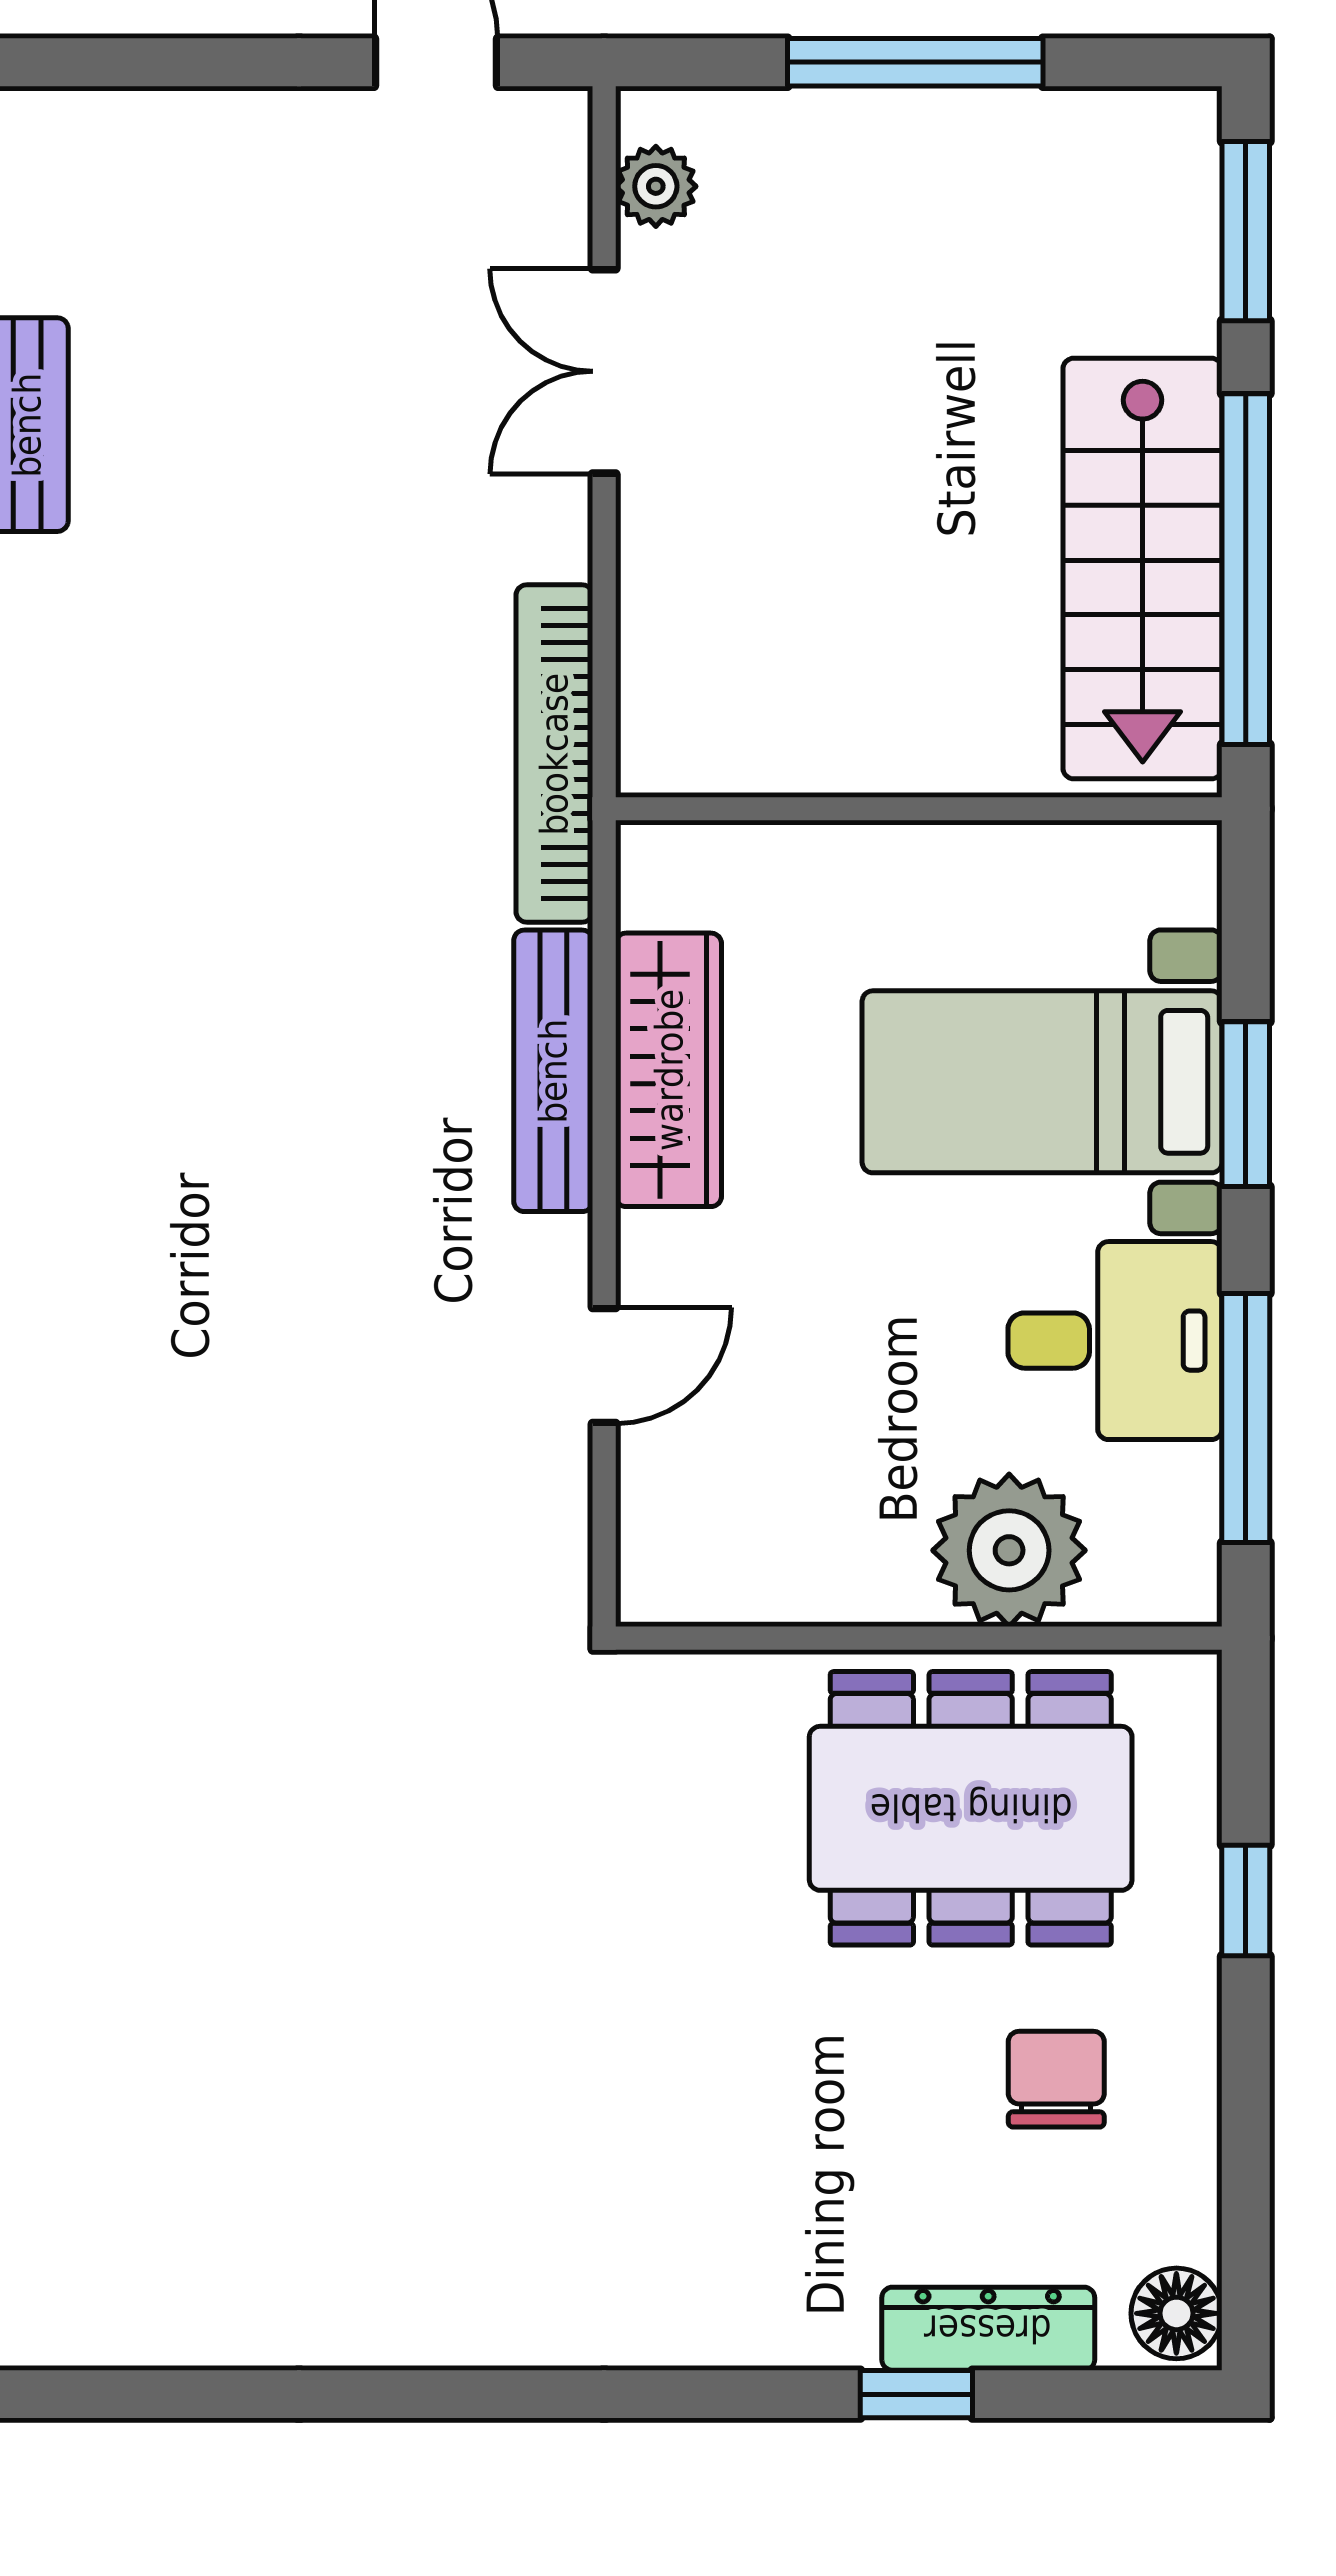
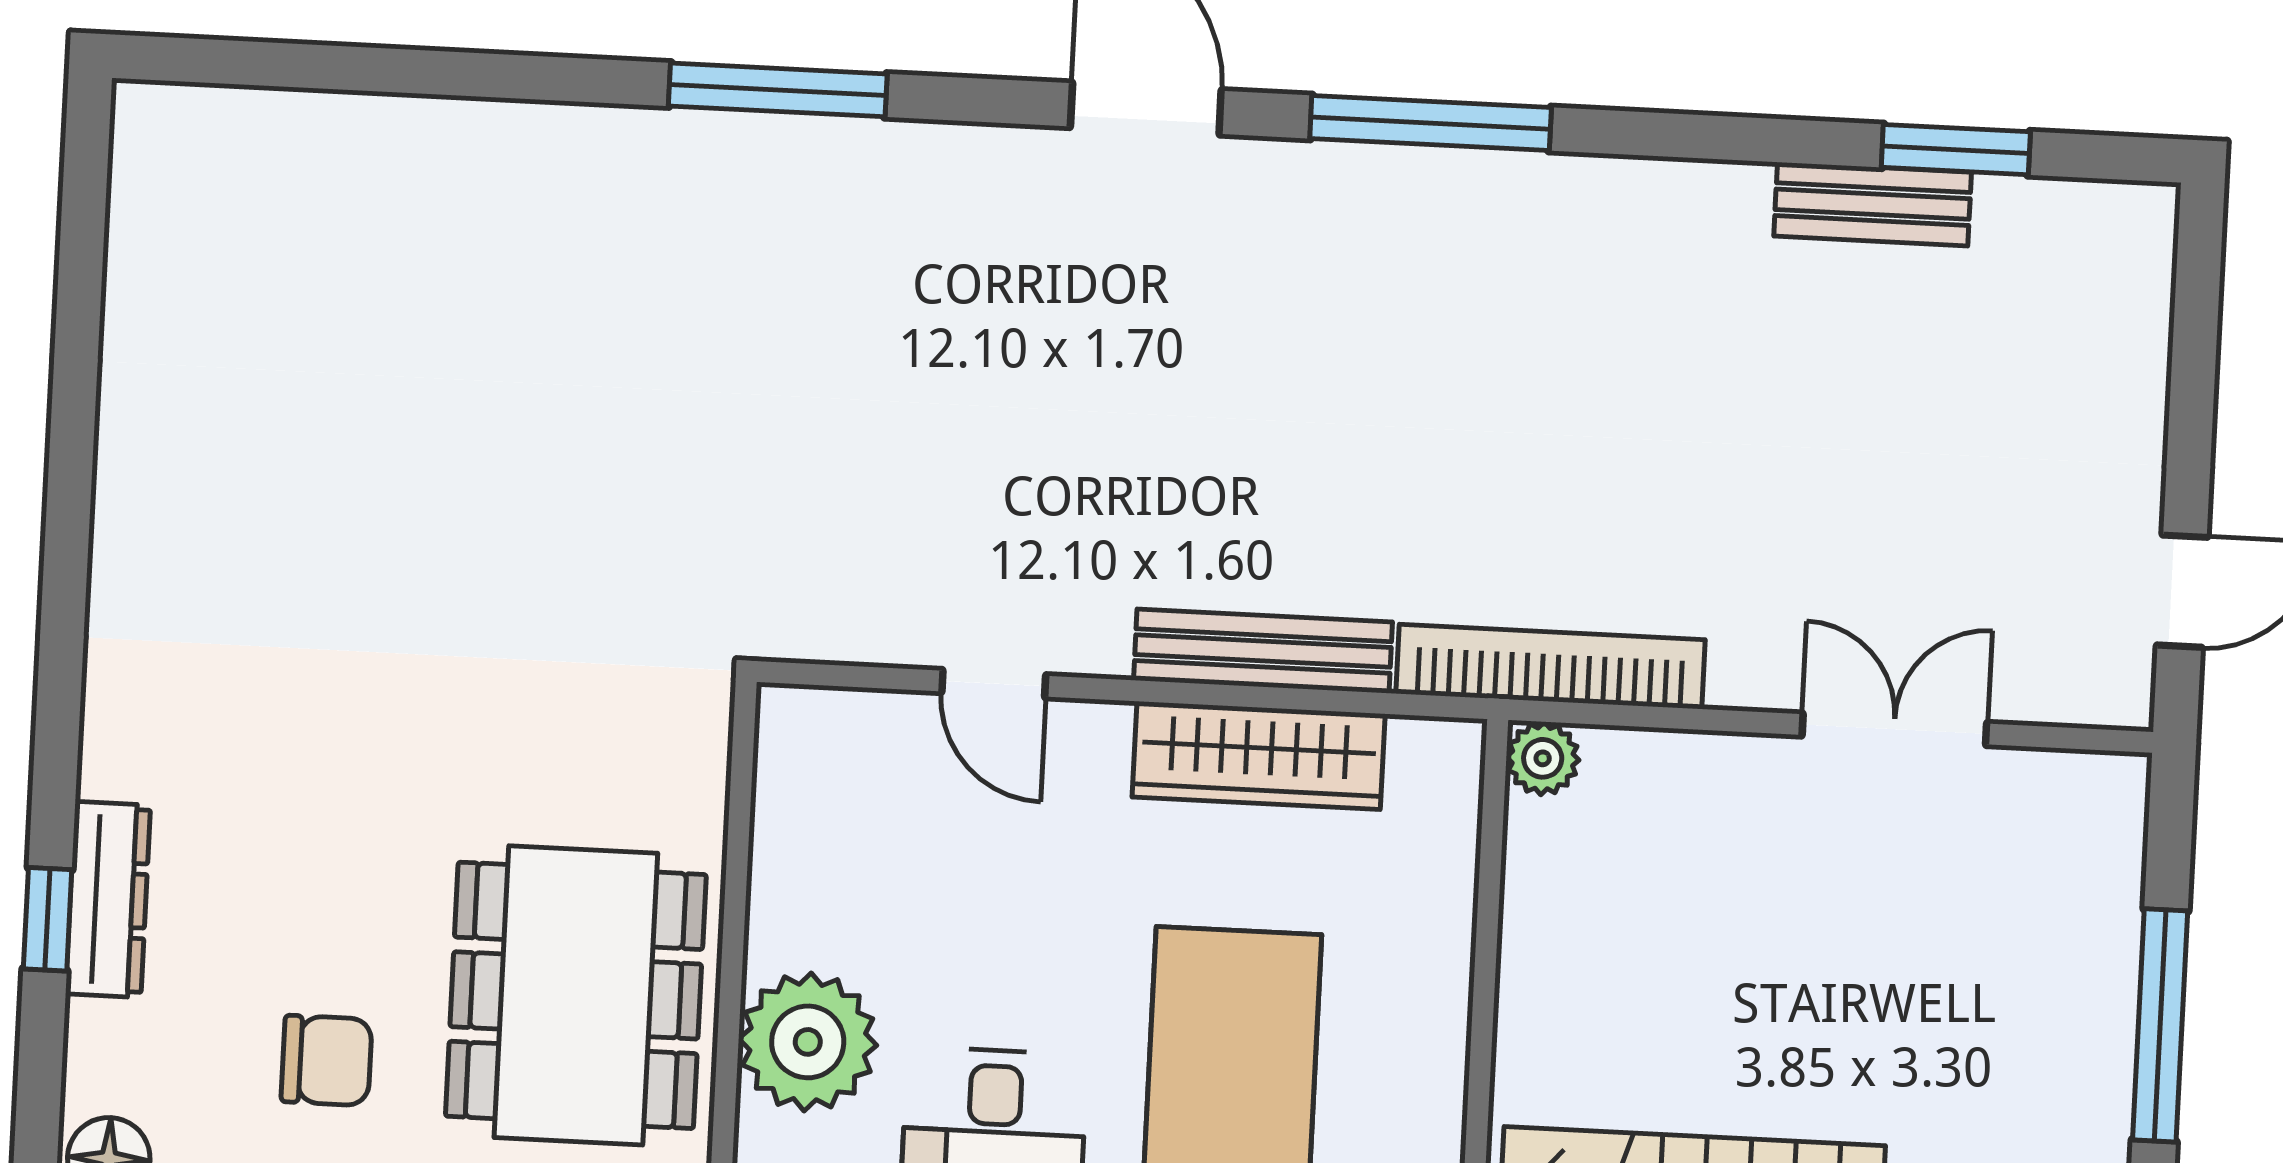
plant: (656, 186) -> (1543, 758), moved
dresser: (988, 2329) -> (108, 899), moved

